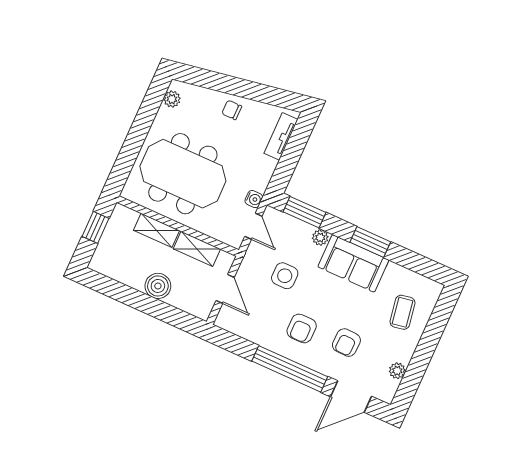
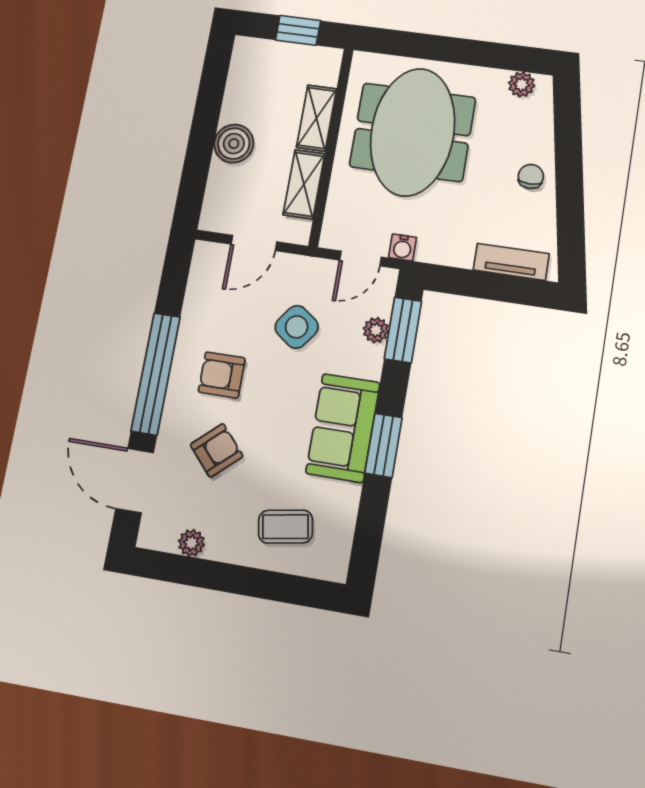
plant: (320, 237) -> (376, 330), moved
side table: (285, 276) -> (297, 327), turned 36
armchair: (346, 343) -> (217, 450), turned 136

